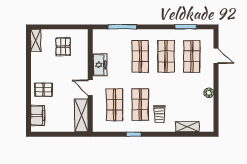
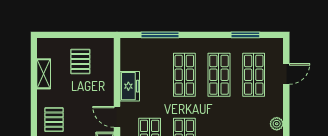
shelving: (36, 40) -> (44, 74), moved
door: (216, 56) -> (286, 74), hinge flipped
pallet: (43, 90) -> (54, 120), turned 90

